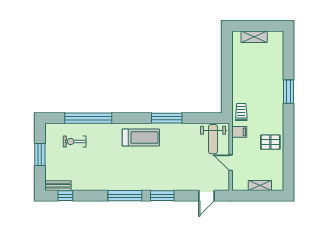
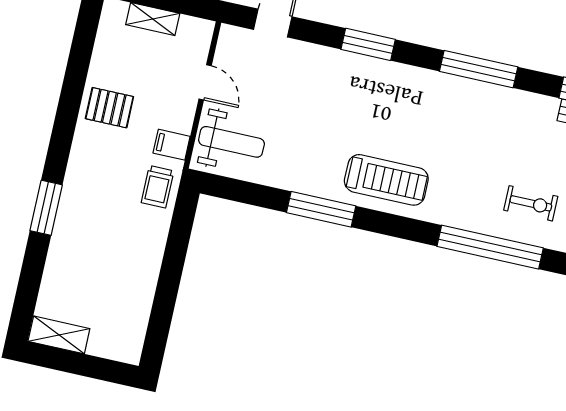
shelving: (254, 37) -> (59, 335), moved
treadmill: (141, 138) -> (386, 180), turned 180
weight bench: (213, 139) -> (231, 142), turned 90
window: (125, 196) -> (479, 69), moved

